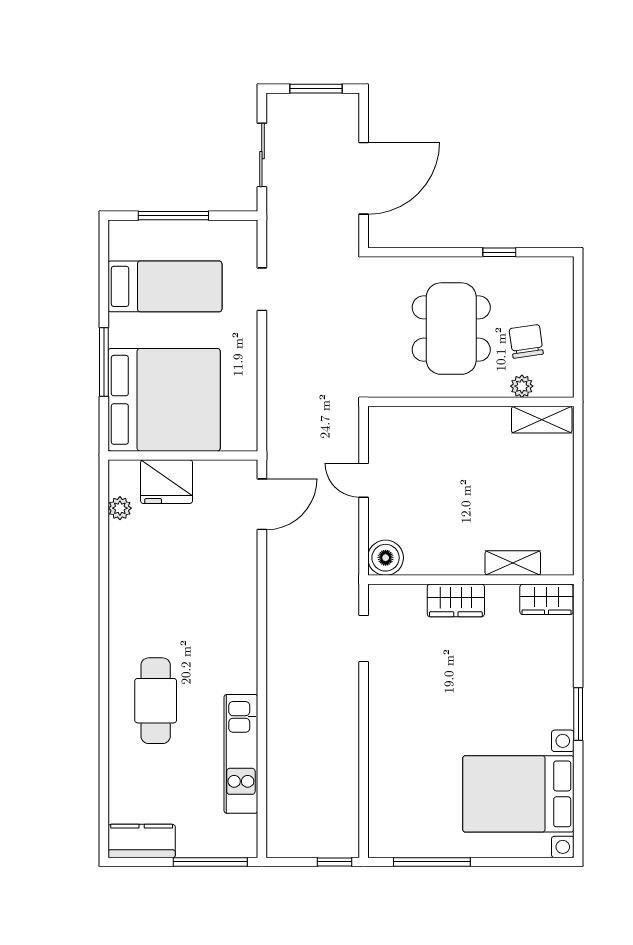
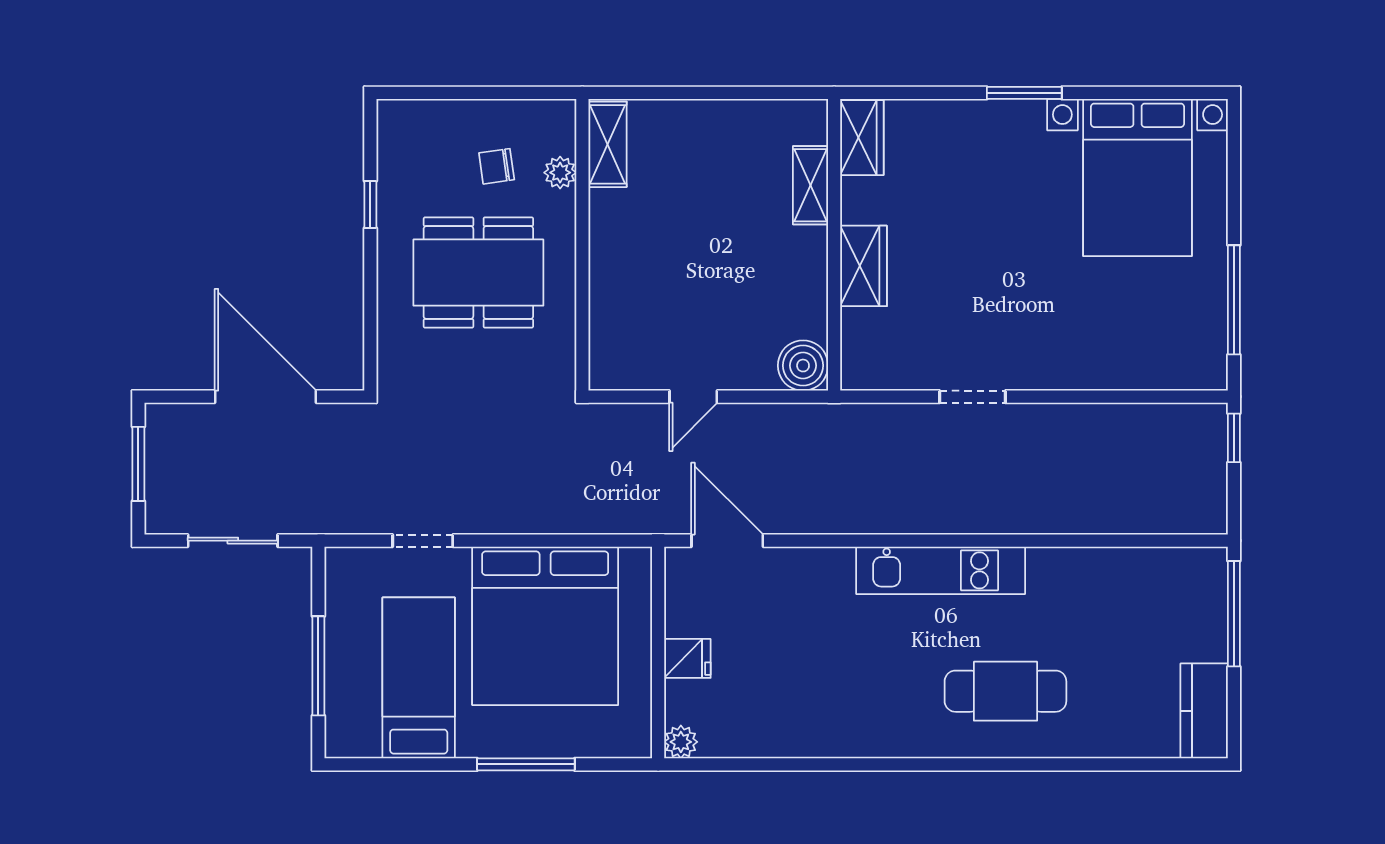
chair: (526, 341) -> (497, 166), width x0.73, depth x0.73
bed: (164, 400) -> (545, 626), moved, turned 180
fridge: (167, 482) -> (687, 658), width x0.53, depth x0.75
plant: (120, 508) -> (681, 742), moved
doorway: (364, 638) -> (973, 397), moved
kitchen unit: (241, 754) -> (941, 570), moved

